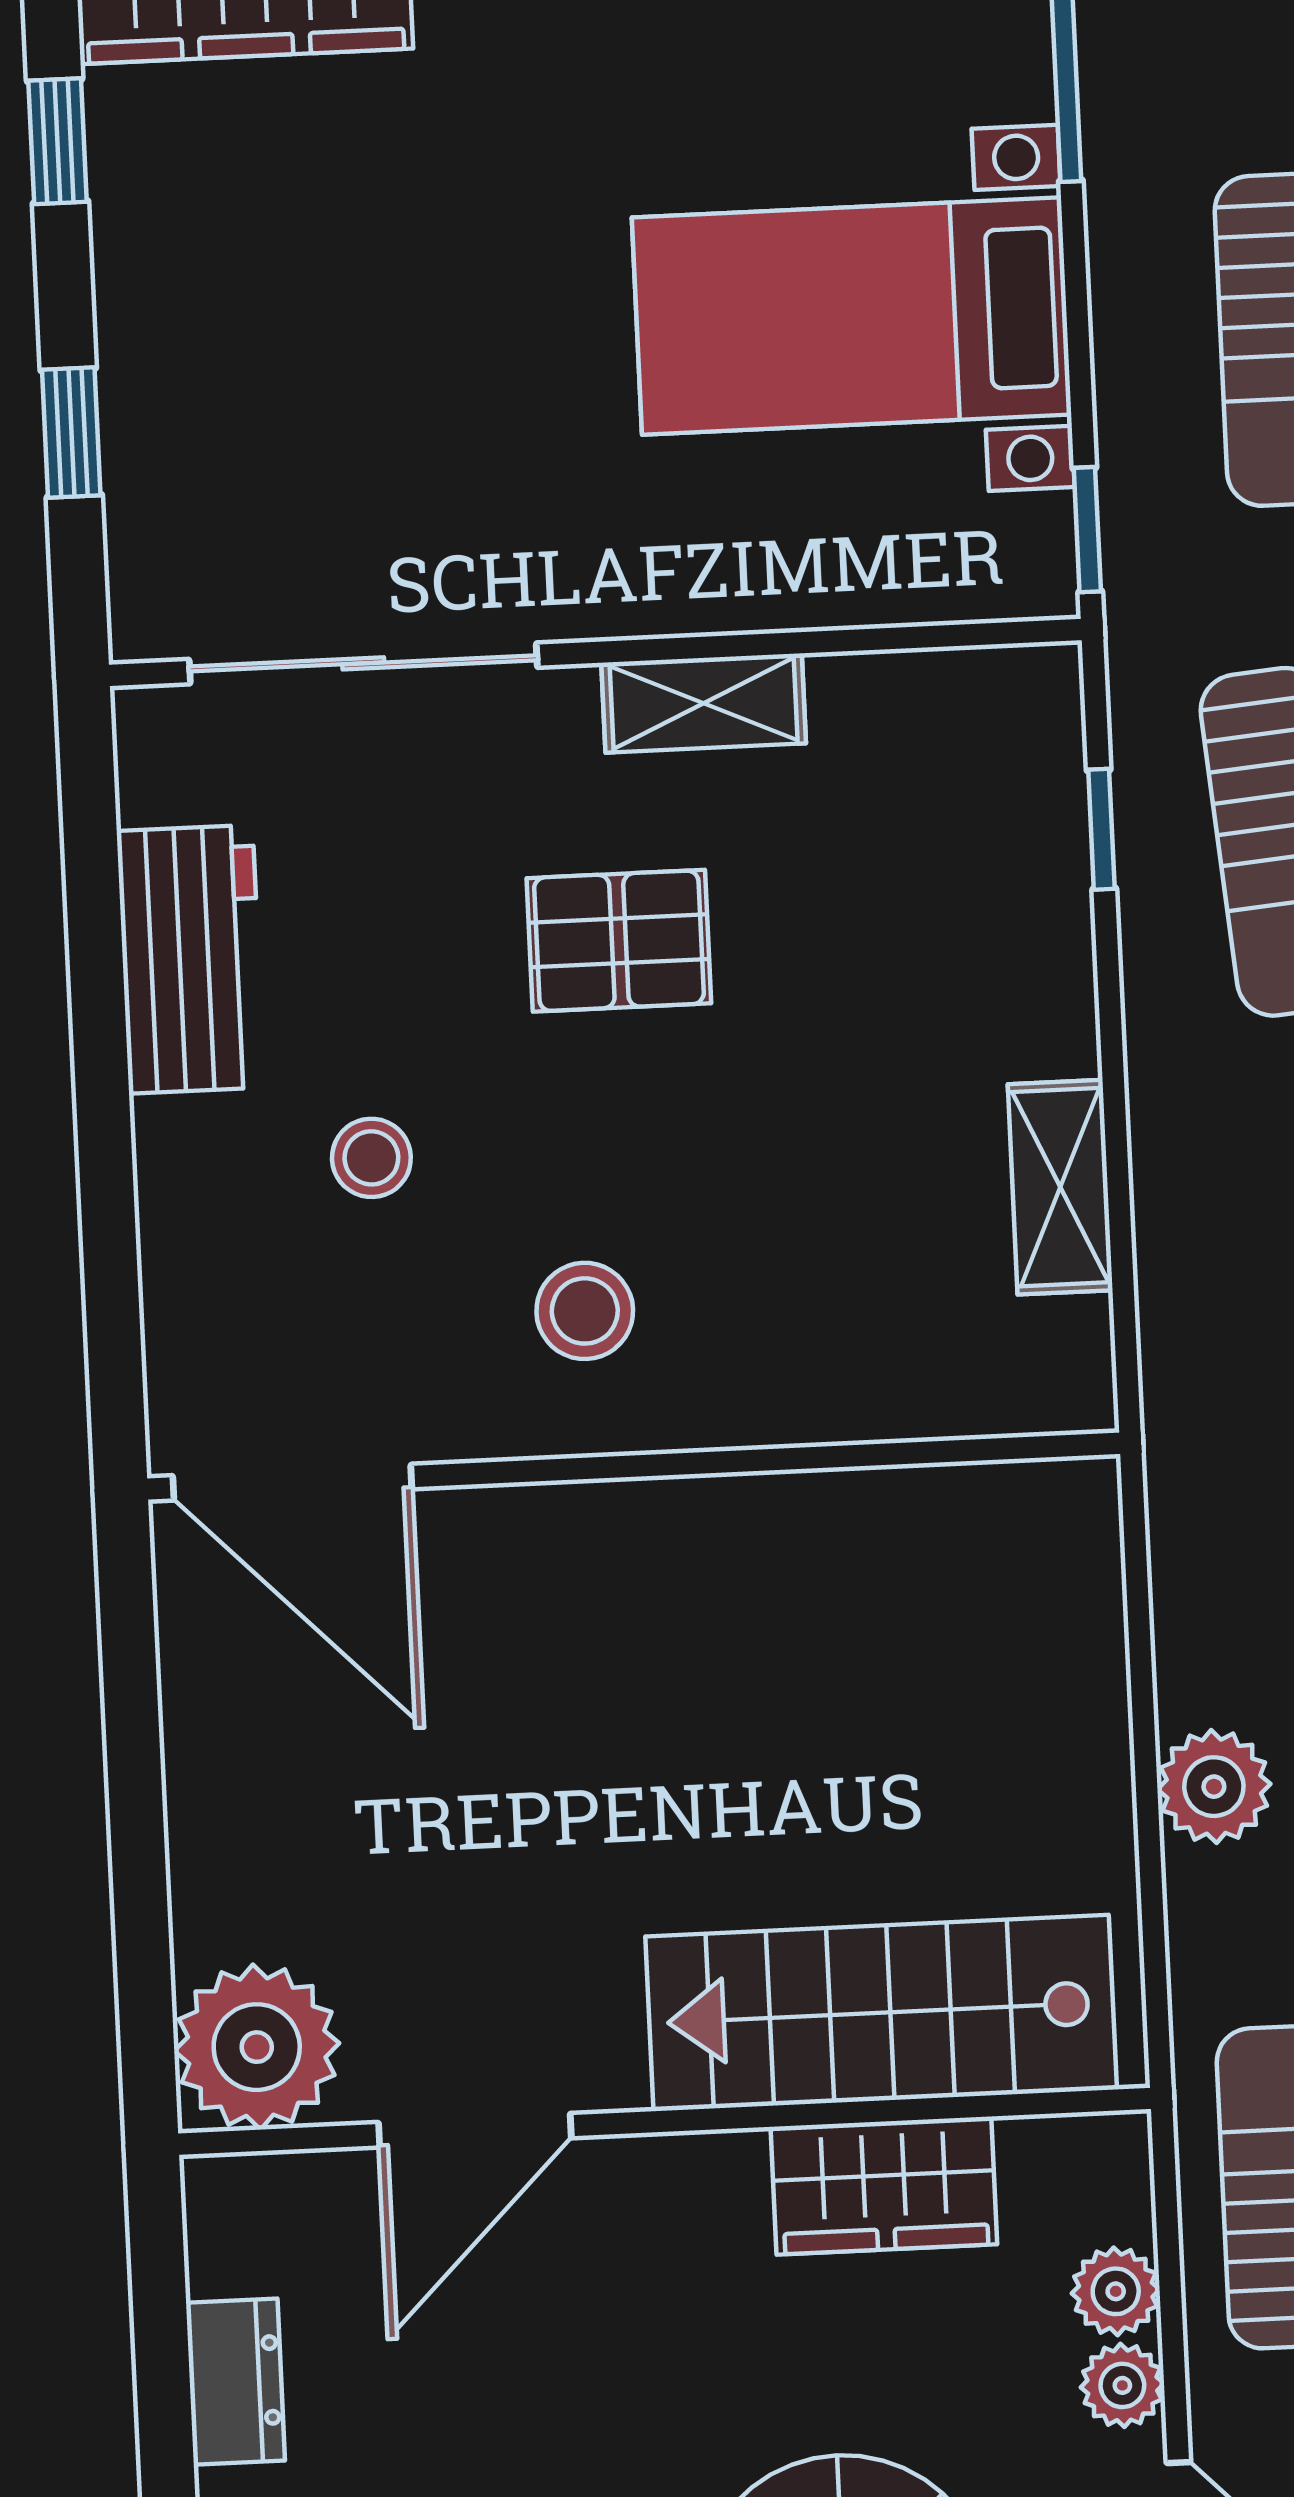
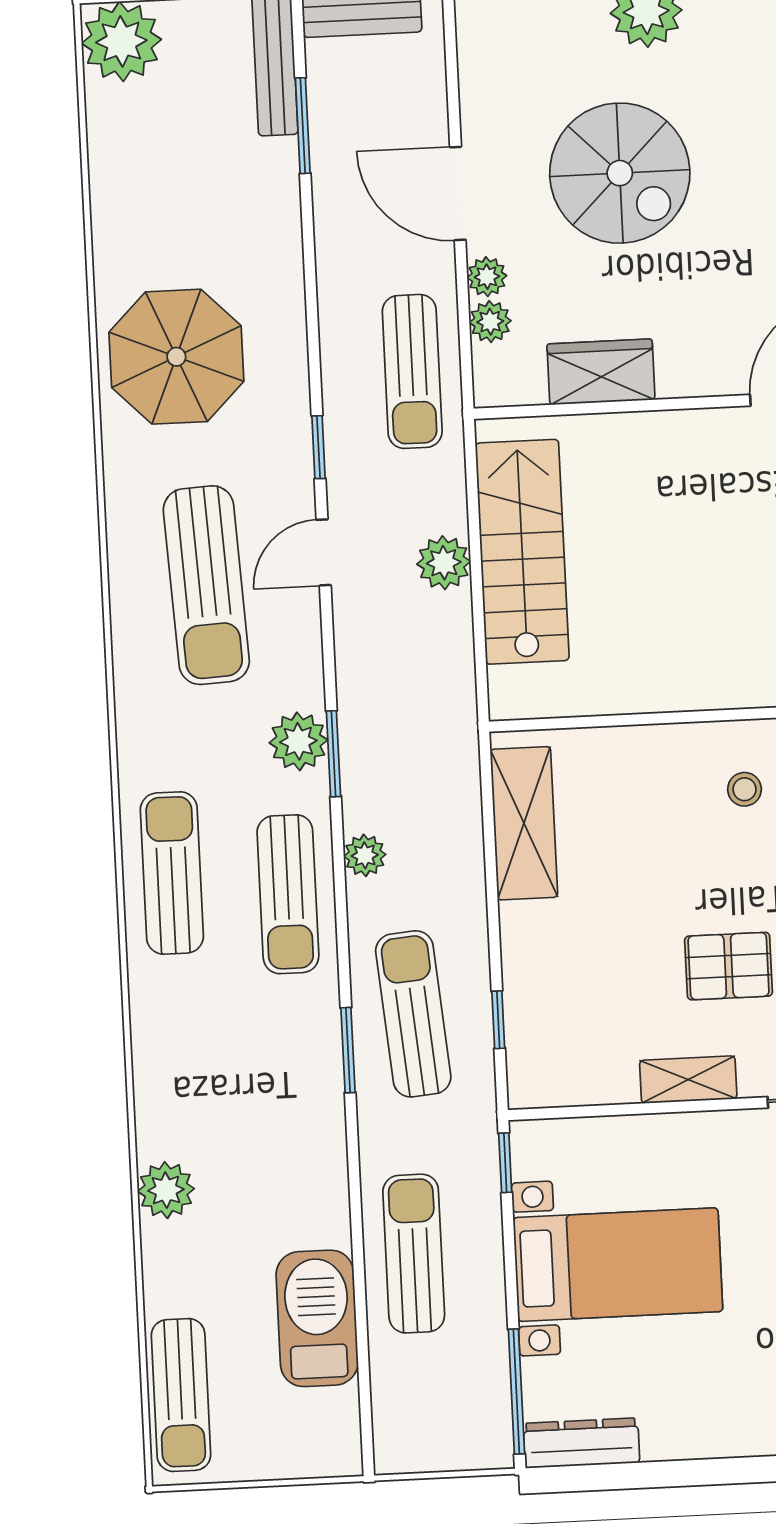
shelving: (1060, 1187) -> (524, 823), width x1.50, depth x1.33
stool: (585, 1311) -> (745, 789), width x0.73, depth x0.73
stairs: (881, 2013) -> (522, 552), moved, turned -90

